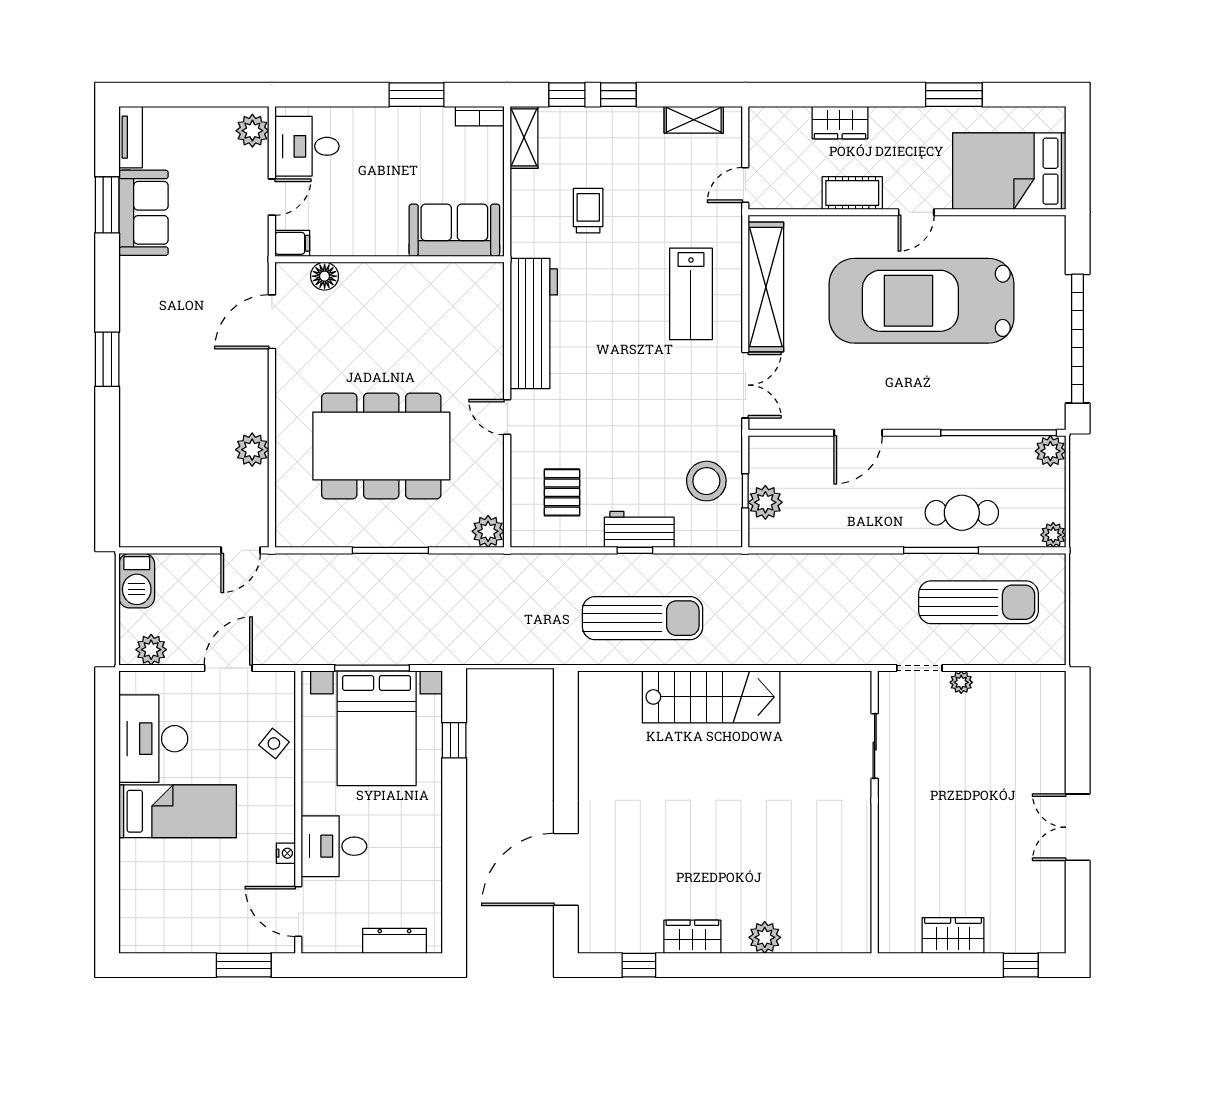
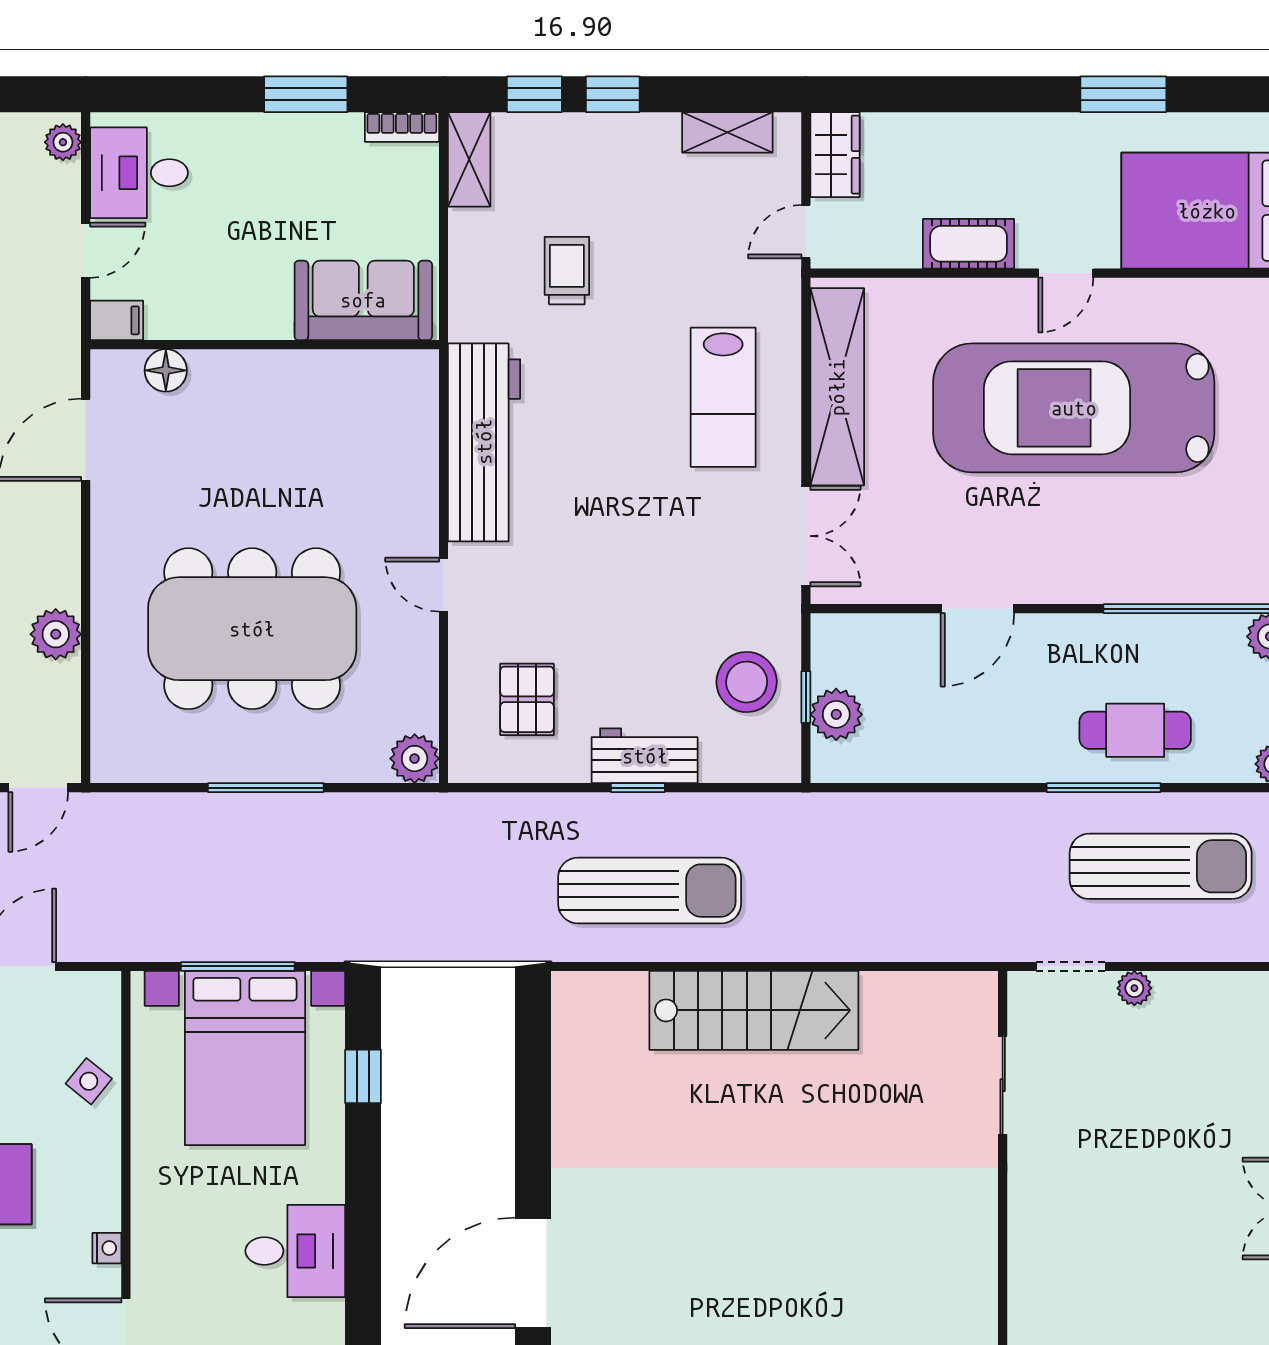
wardrobe: (840, 123) -> (835, 155), moved, turned -90
plant: (252, 131) -> (63, 142), width x0.73, depth x0.73
desk: (334, 846) -> (295, 1251), moved, turned 180

